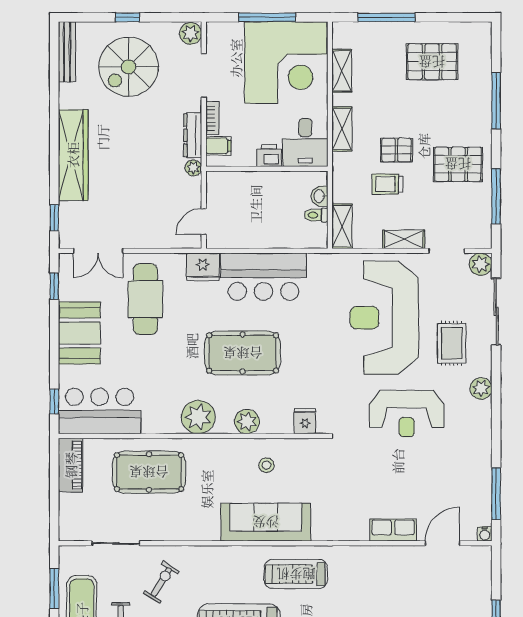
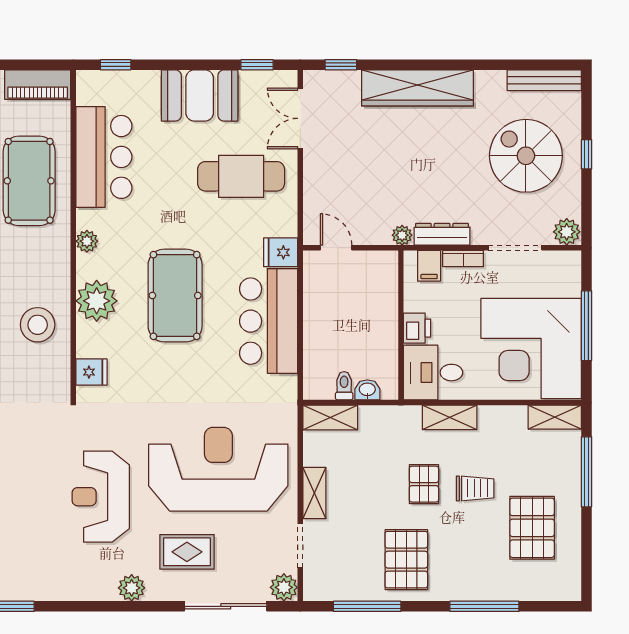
shelving: (342, 71) -> (555, 417), moved
trolley: (388, 184) -> (475, 488), moved, turned 90
fridge: (203, 267) -> (281, 252), width x0.72
bar counter: (100, 411) -> (104, 157), moved
plant: (198, 417) -> (87, 241), width x0.53, depth x0.53
plant: (247, 422) -> (97, 301), width x1.36, depth x1.36
stool: (266, 465) -> (38, 325), width x1.89, depth x1.89

